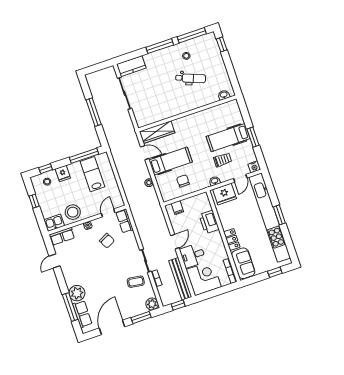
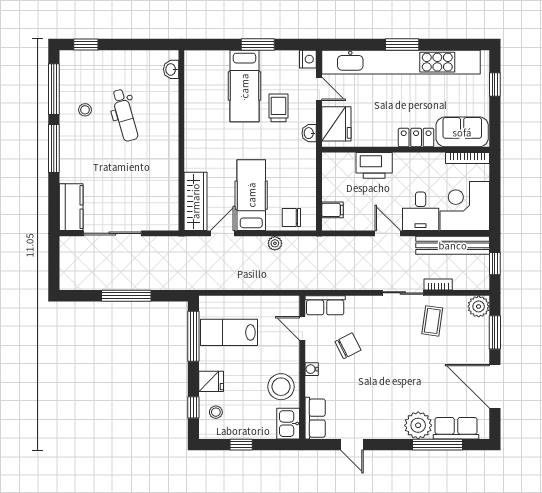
dental chair: (191, 78) -> (125, 115), turned 143
chair: (183, 181) -> (291, 217), moved

